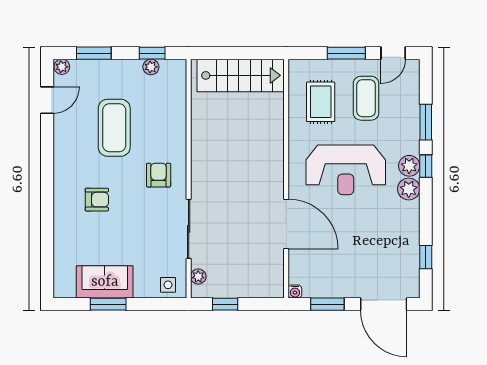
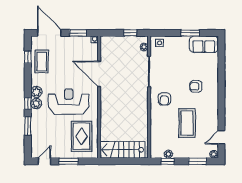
coffee table: (366, 98) -> (42, 61), moved
rug: (321, 102) -> (82, 136), width x1.36, depth x1.43
sofa: (105, 282) -> (204, 44), moved

